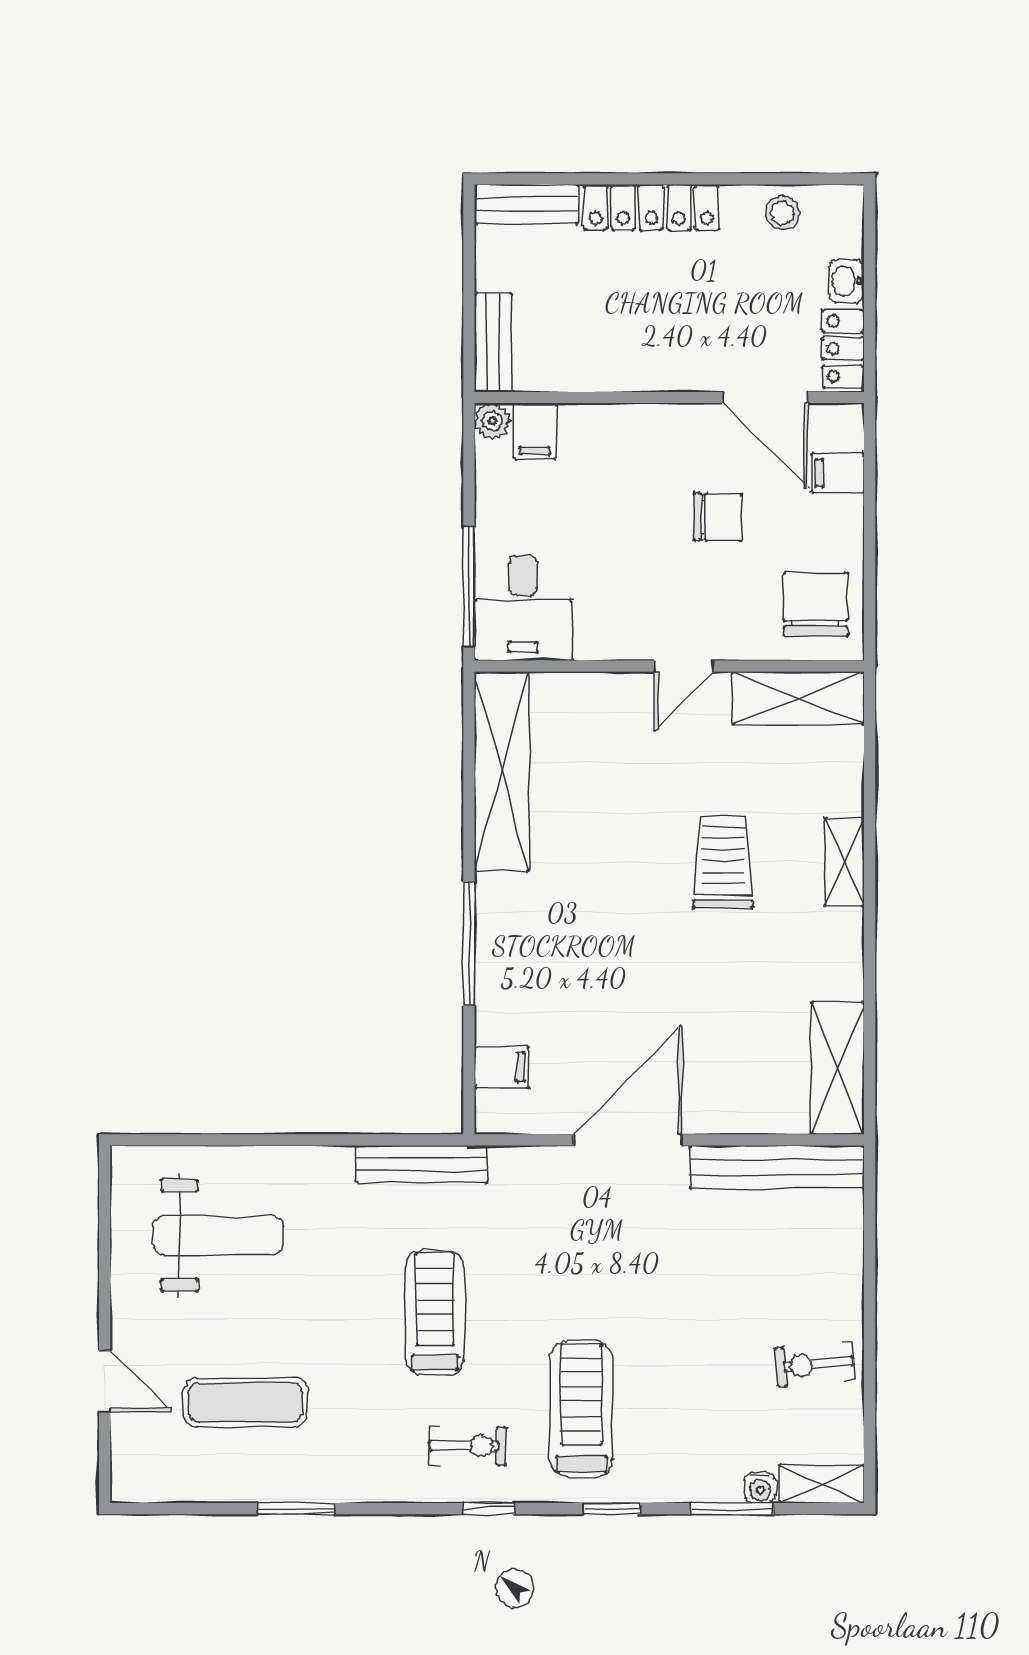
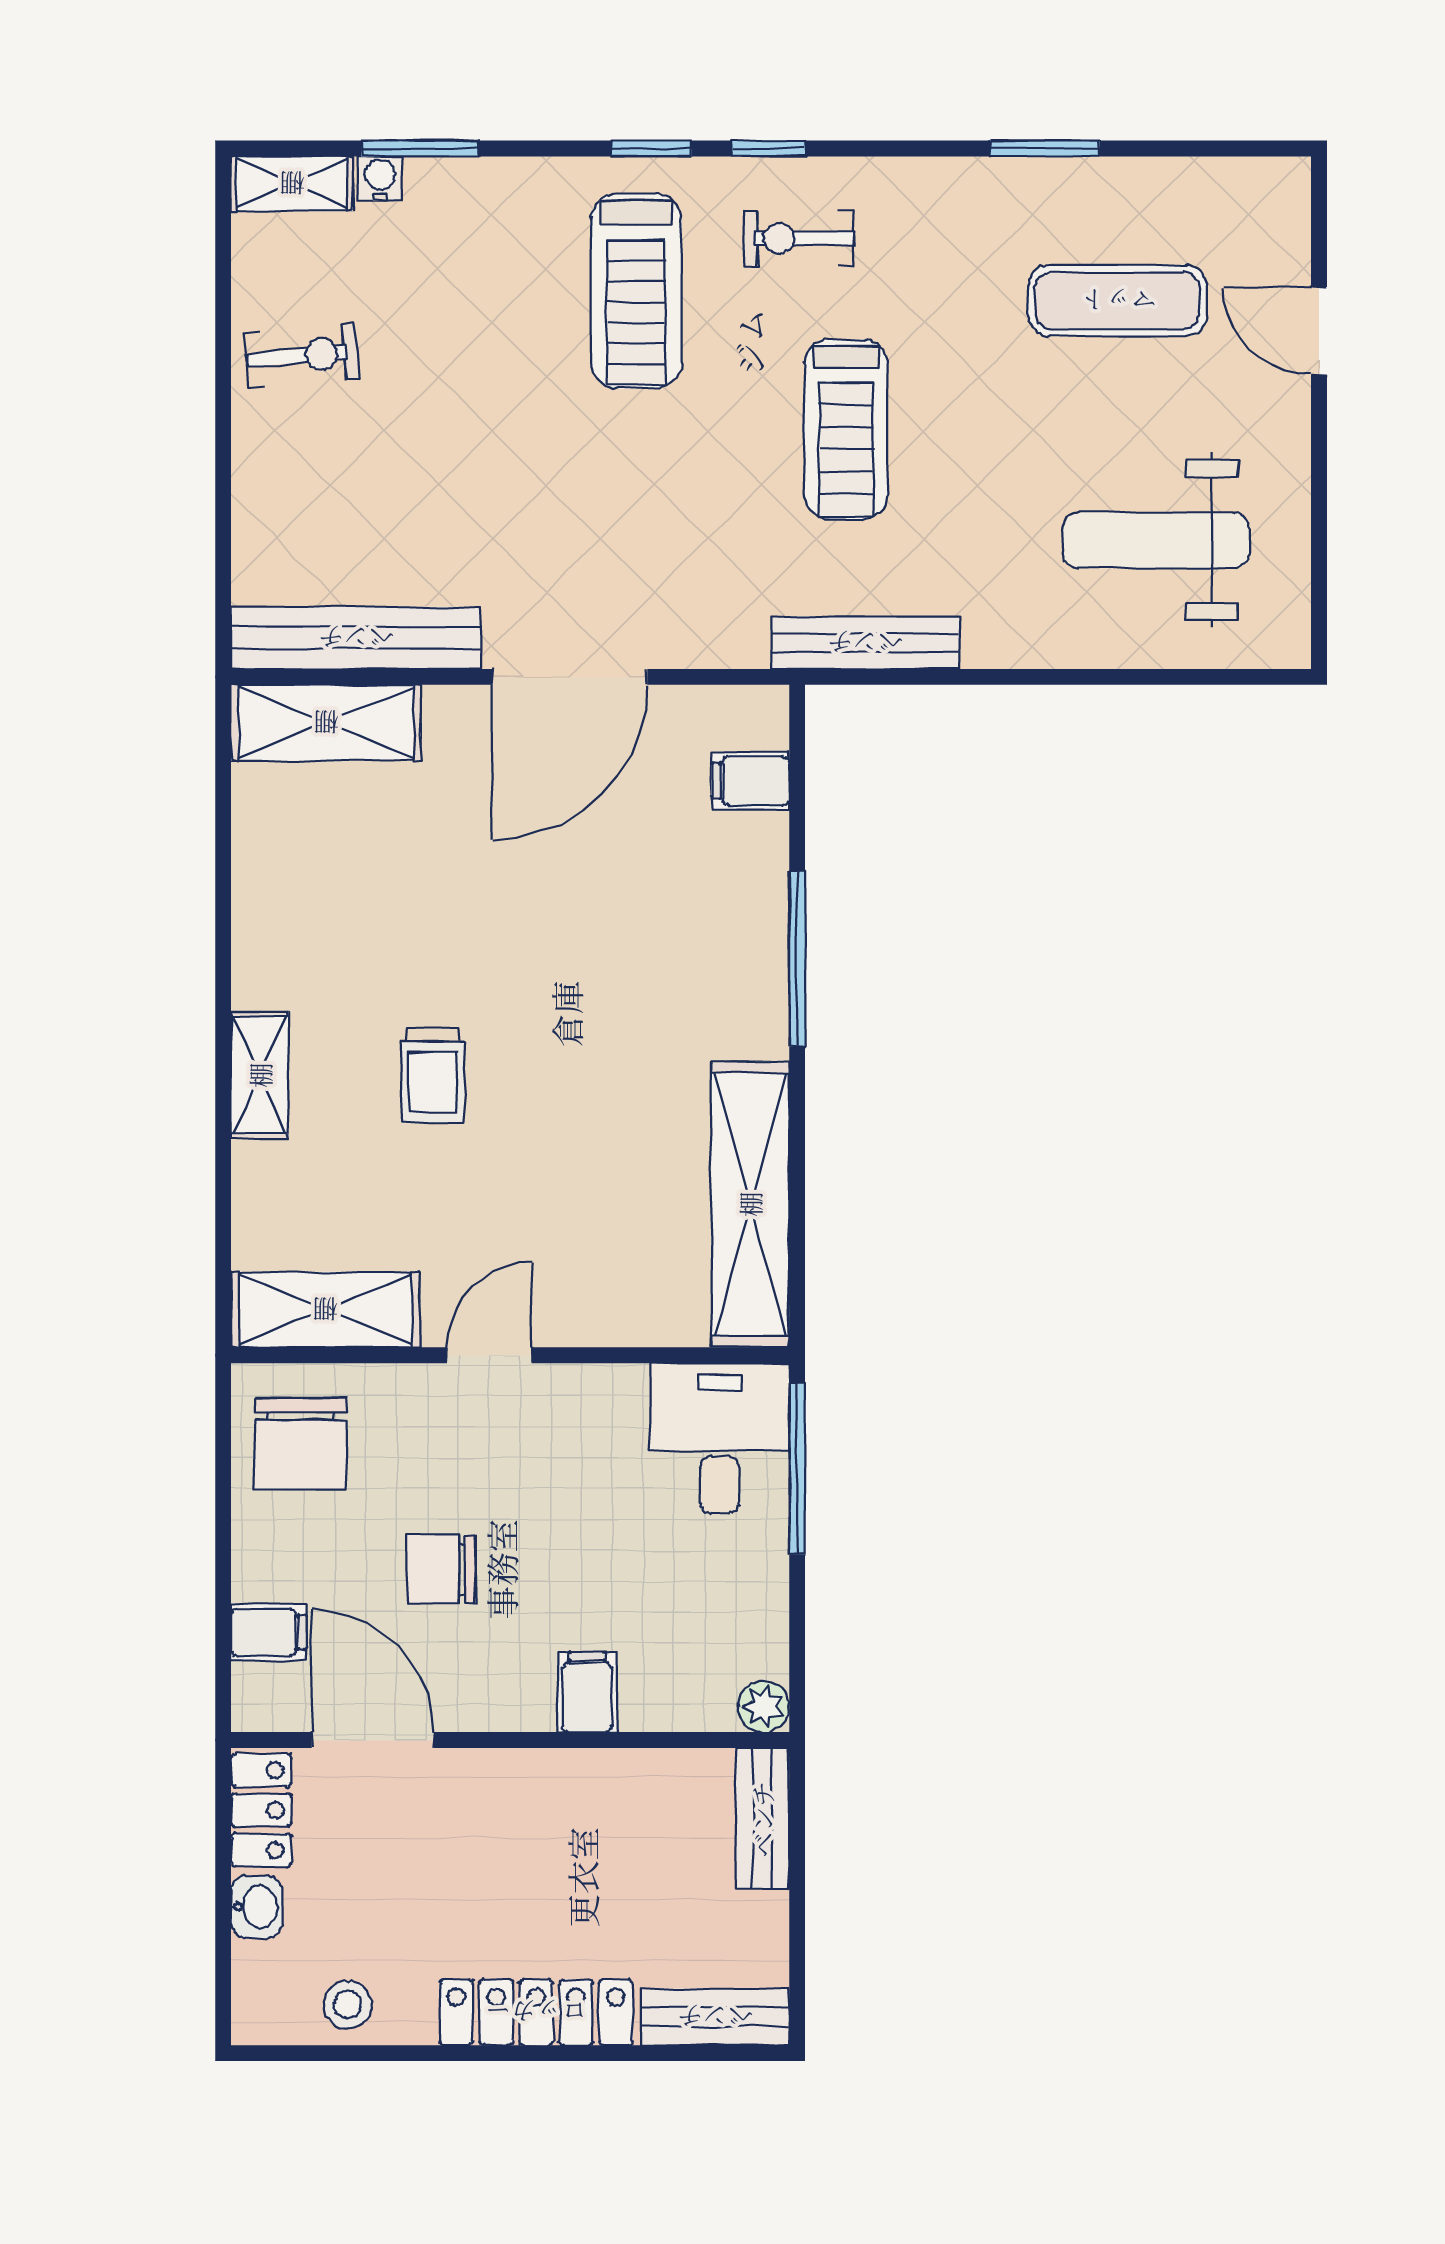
filing cabinet: (535, 431) -> (587, 1692), moved
trolley: (723, 862) -> (433, 1075), width x0.73, depth x0.72
shelving: (838, 1068) -> (326, 723), moved, turned 90
window: (612, 1509) -> (652, 148), moved

